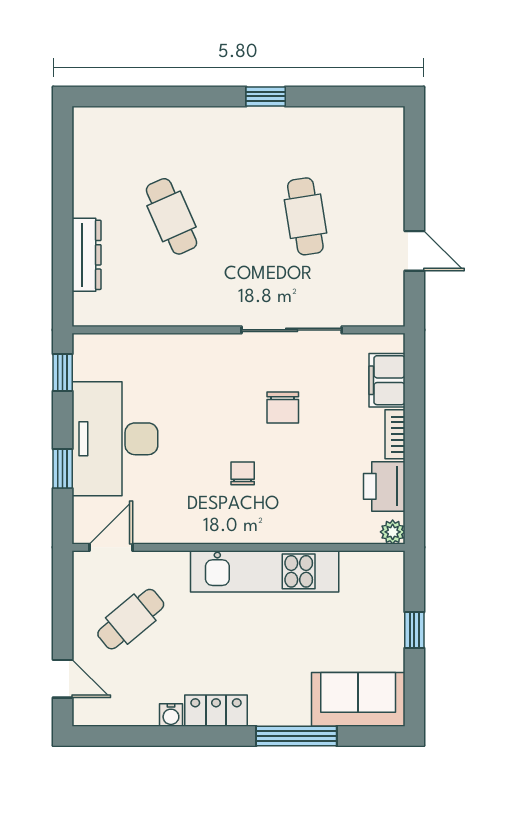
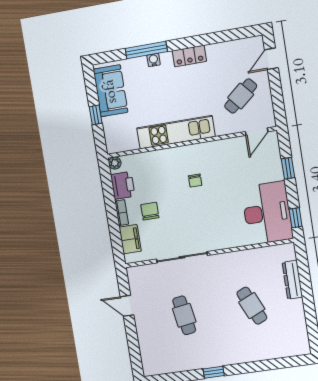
chair: (283, 408) -> (150, 211), moved
desk: (115, 439) -> (267, 213), moved
door: (63, 679) -> (271, 59), hinge flipped
sofa: (358, 699) -> (111, 91), moved, turned -90
water cooler: (171, 715) -> (154, 60), moved

